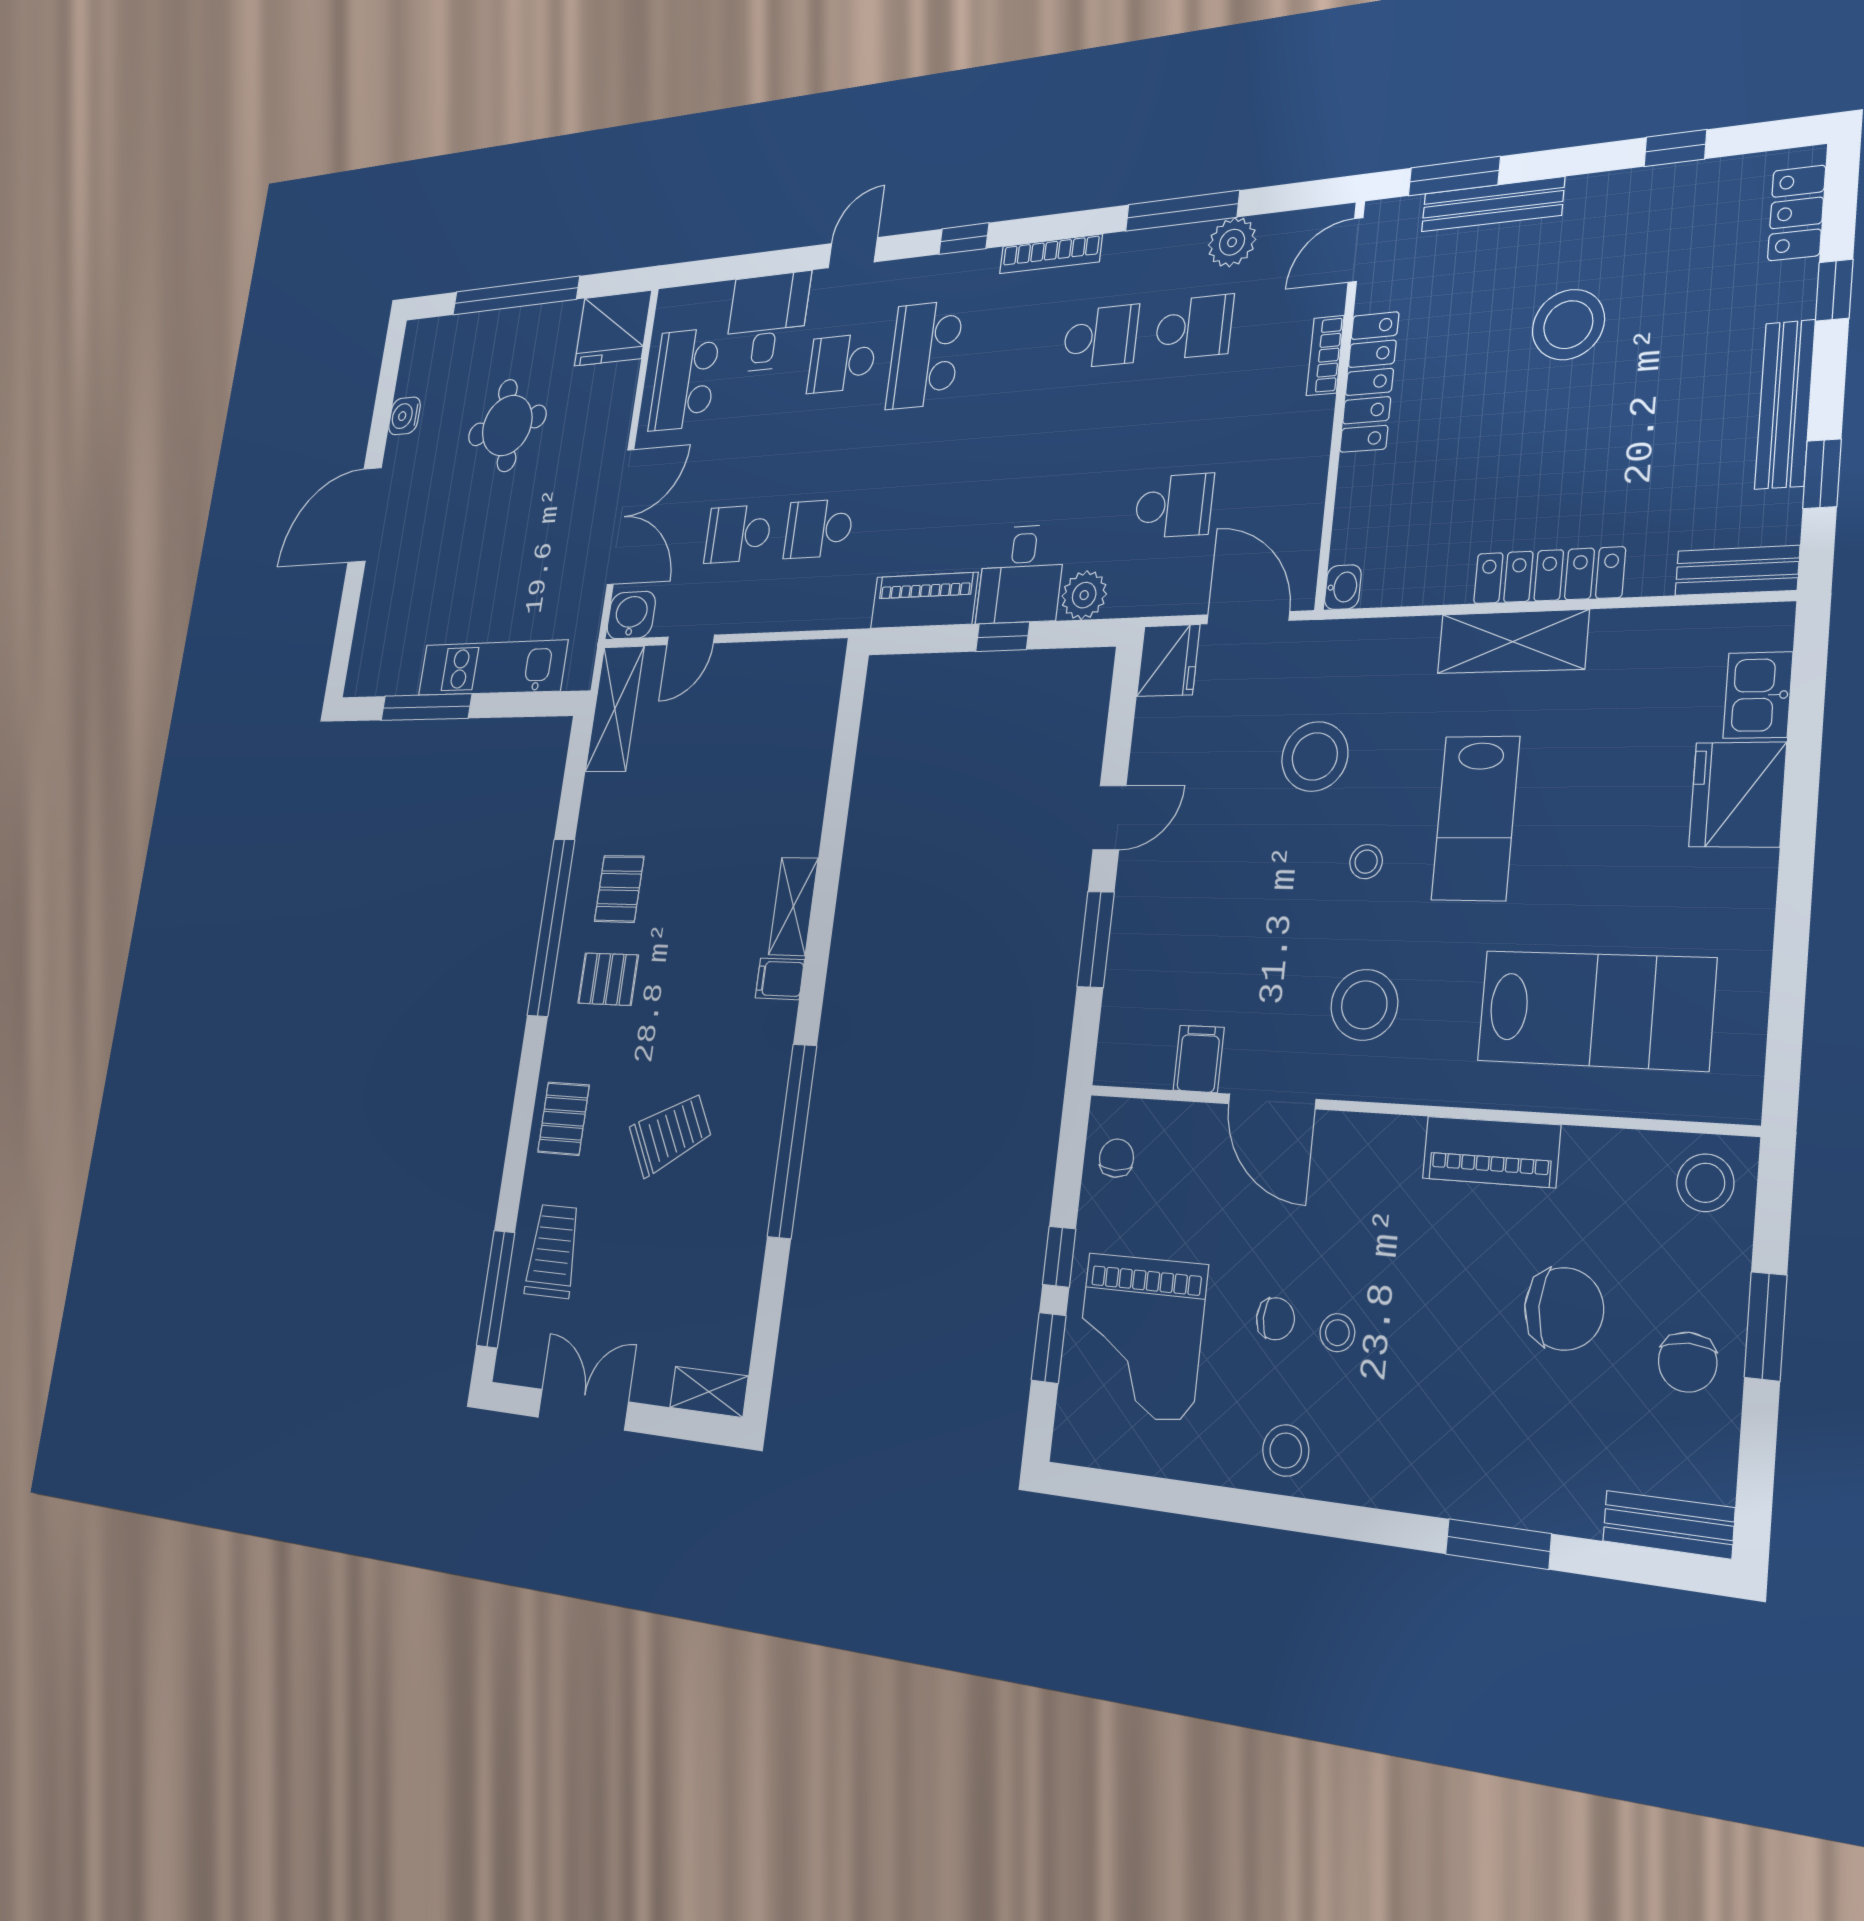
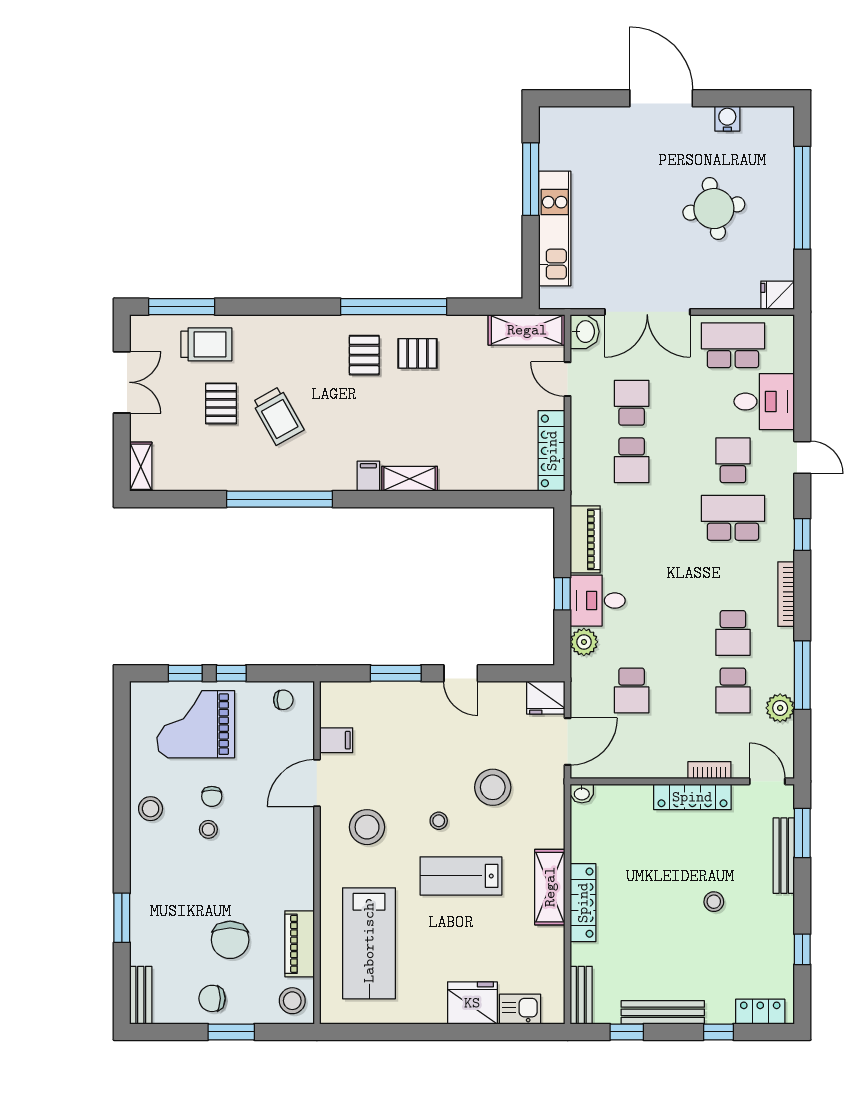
stool: (1568, 325) -> (714, 902), width x0.53, depth x0.53
fridge: (613, 328) -> (778, 295), width x0.53, depth x0.75
school desk: (819, 529) -> (632, 460), turned 180
locker: (787, 663) -> (552, 451), added
pallet: (564, 1119) -> (221, 403), moved, turned 90
piano: (1491, 1152) -> (300, 944), moved

